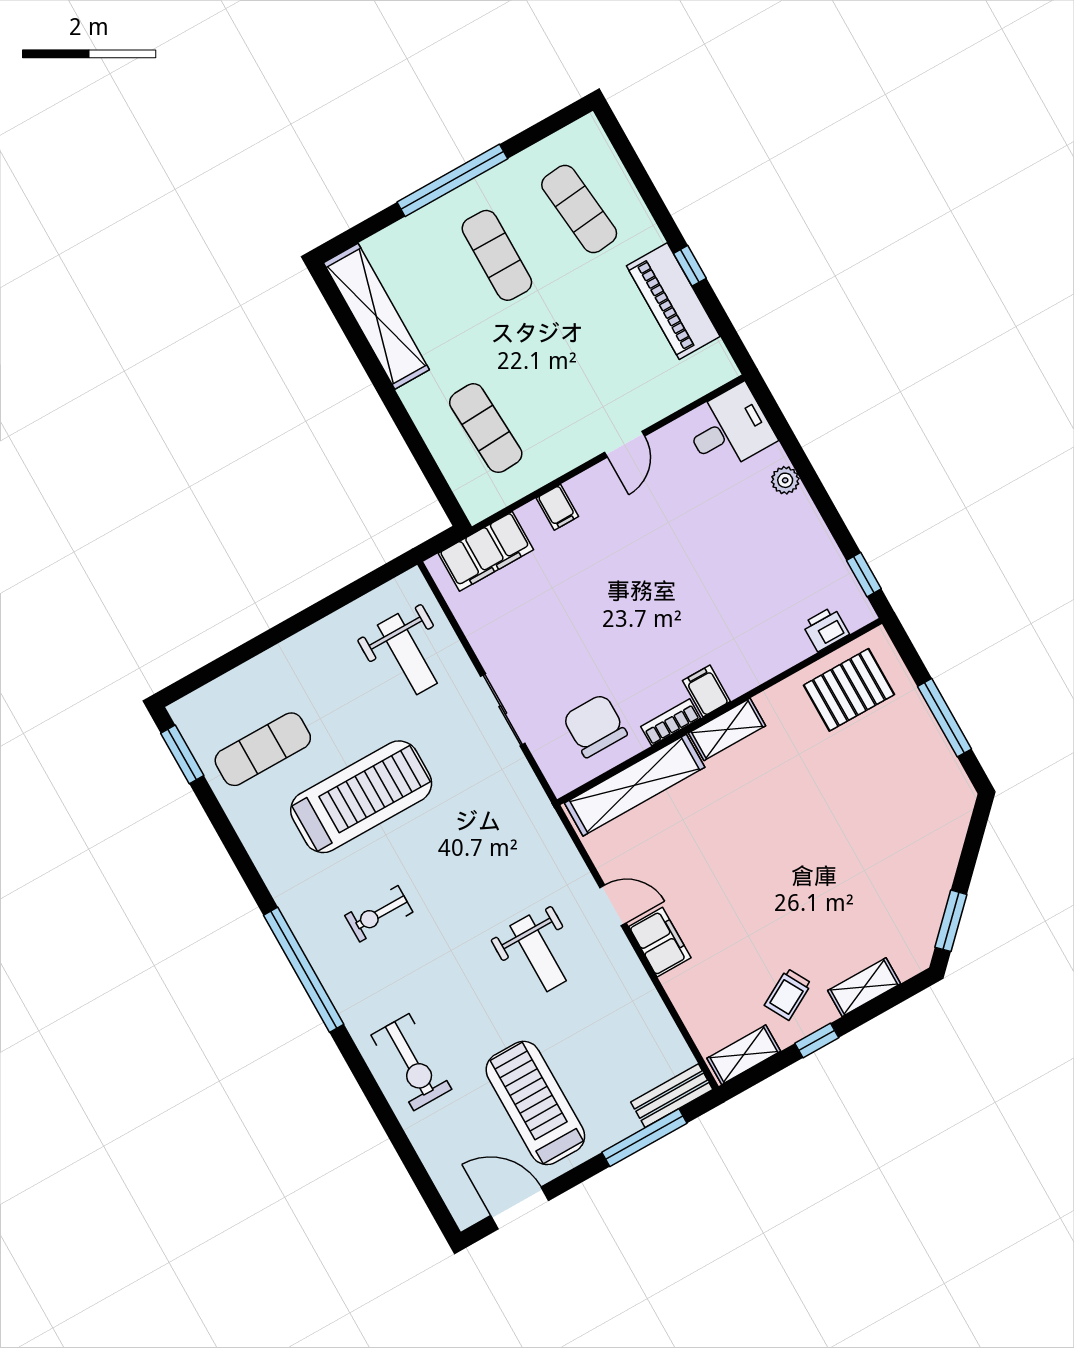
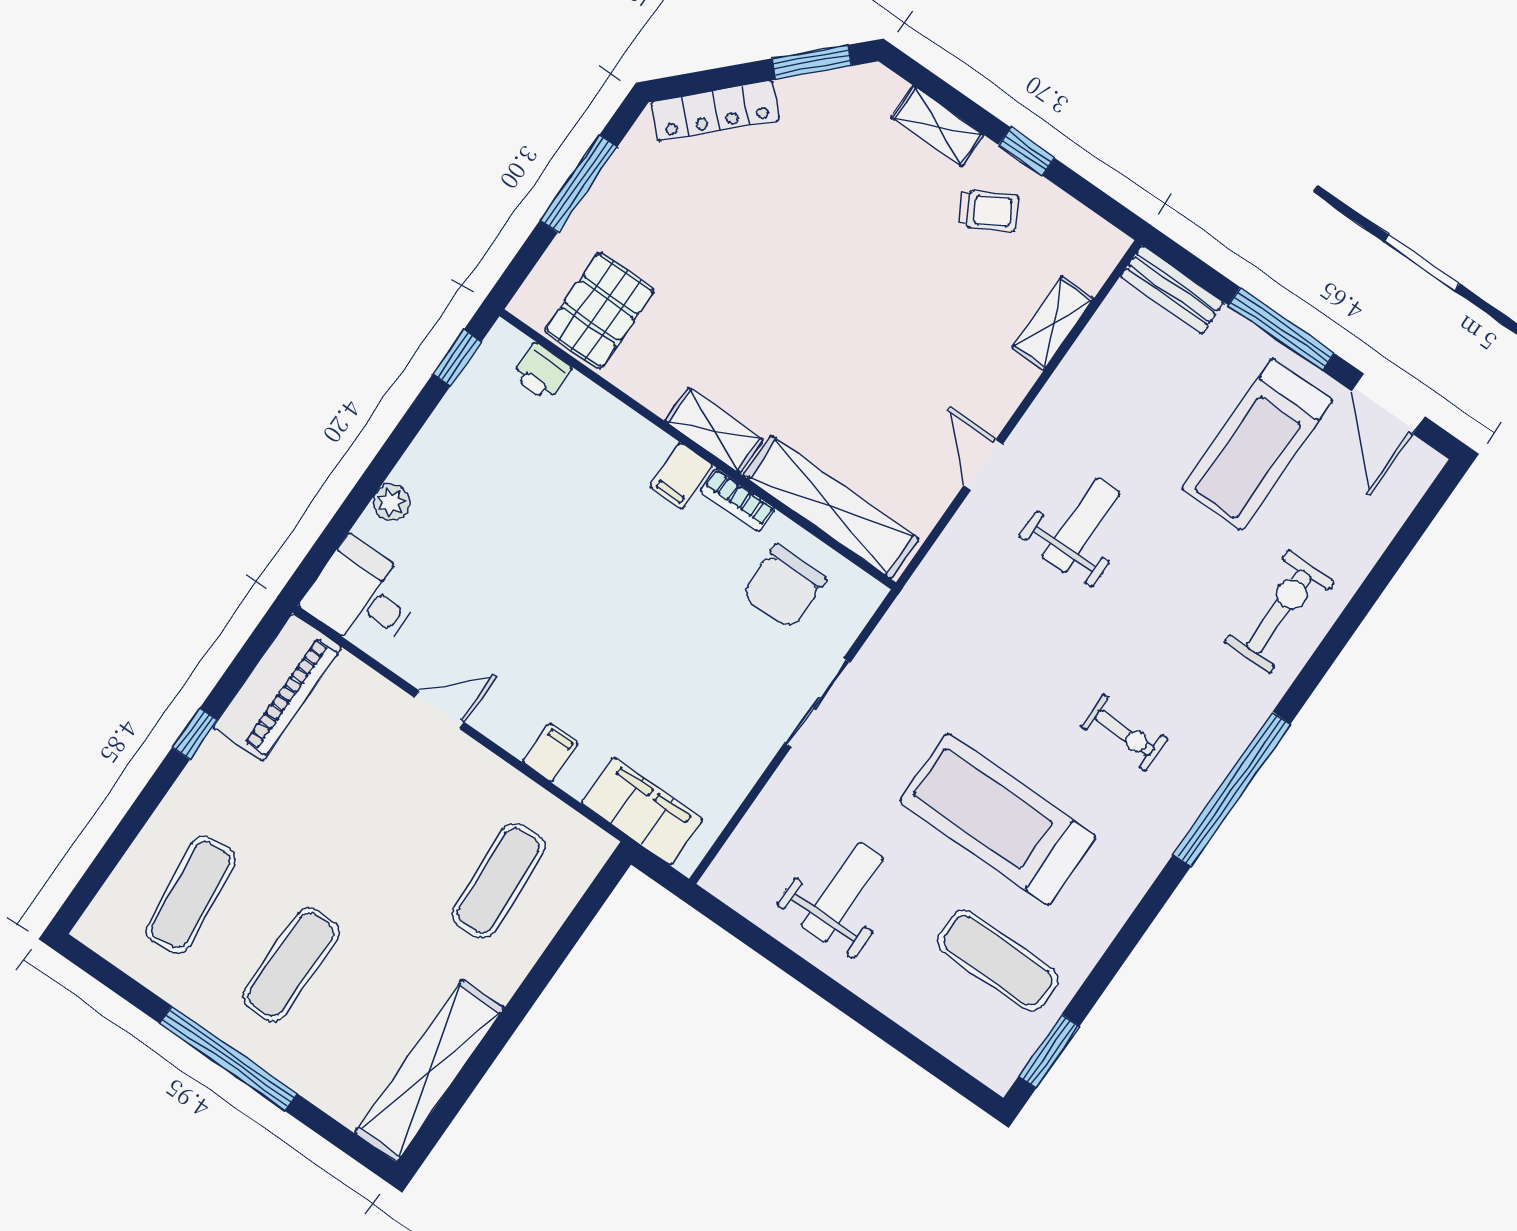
piano: (673, 301) -> (277, 687), moved
weight bench: (407, 654) -> (842, 893), moved
pallet: (849, 690) -> (600, 311), turned 90
locker: (949, 837) -> (715, 111), added
filing cabinet: (660, 942) -> (1000, 390), removed
shelving: (744, 1055) -> (1053, 323), moved, turned 90
window: (644, 1138) -> (1281, 329), moved

